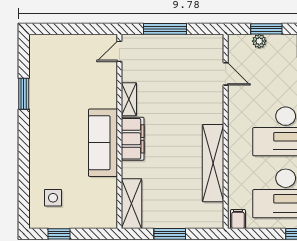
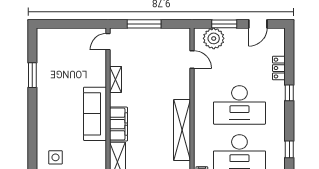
plant: (259, 41) -> (214, 38), width x1.88, depth x1.88
filing cabinet: (133, 139) -> (118, 124), moved

